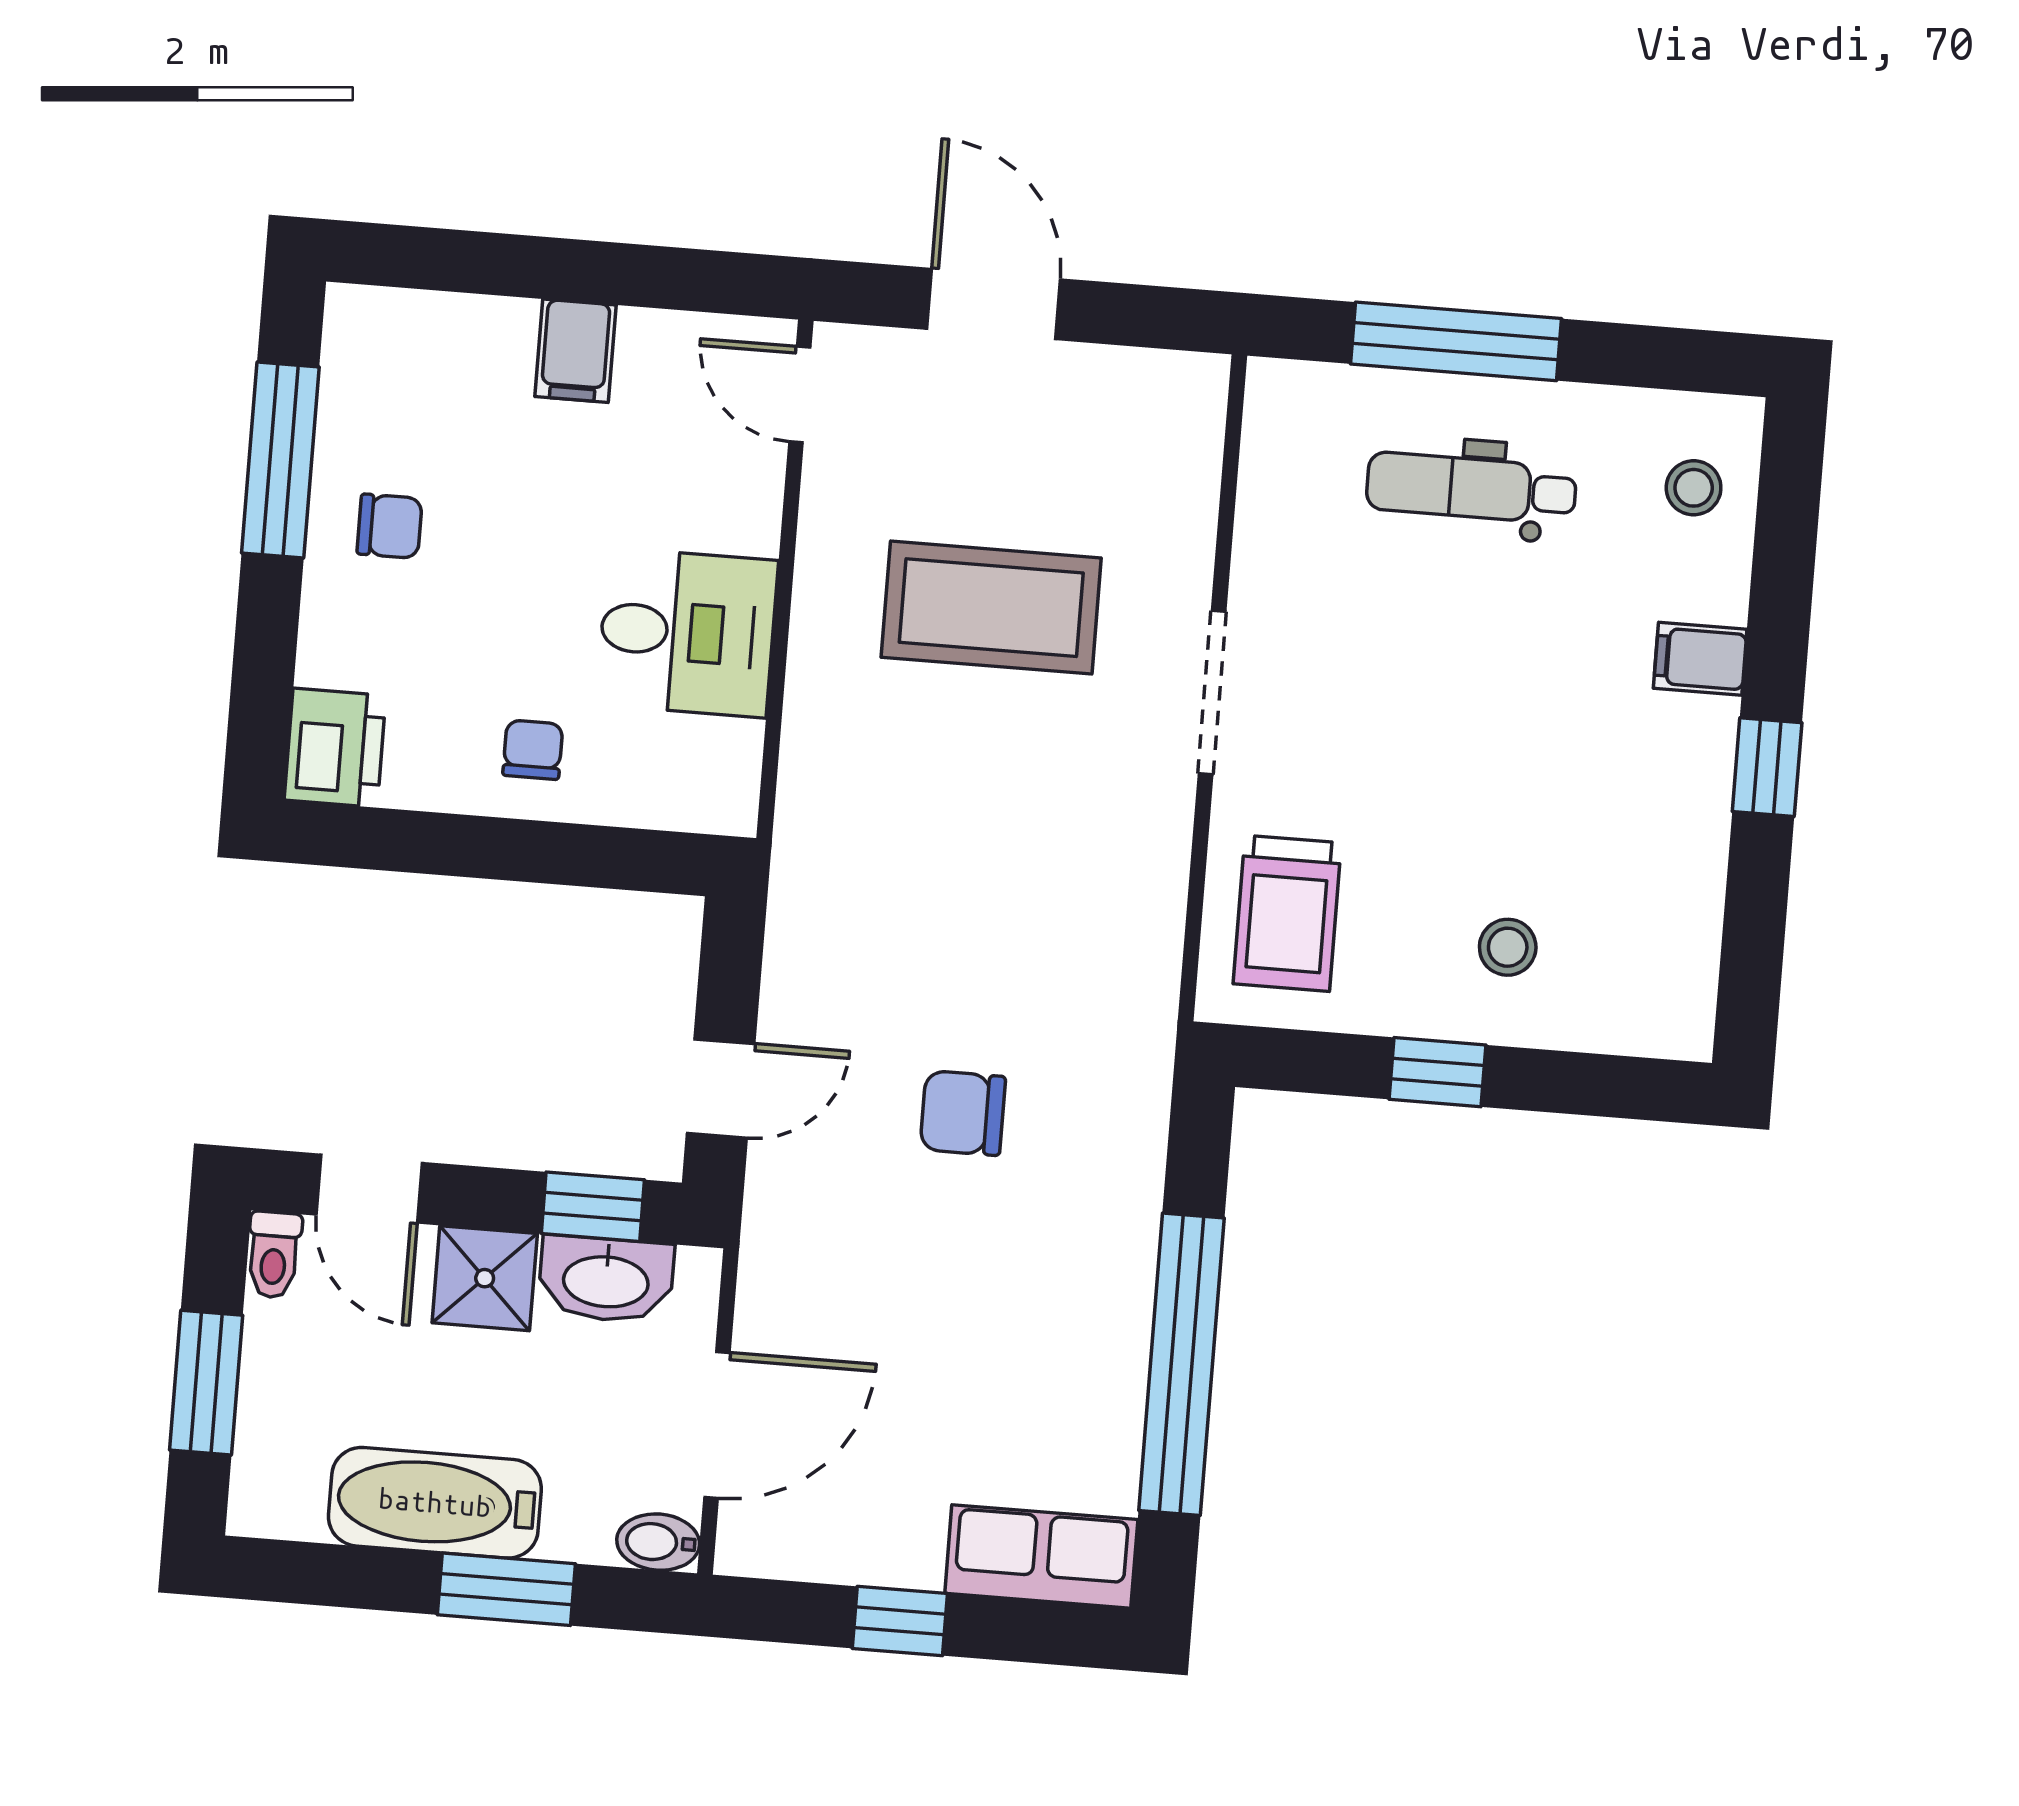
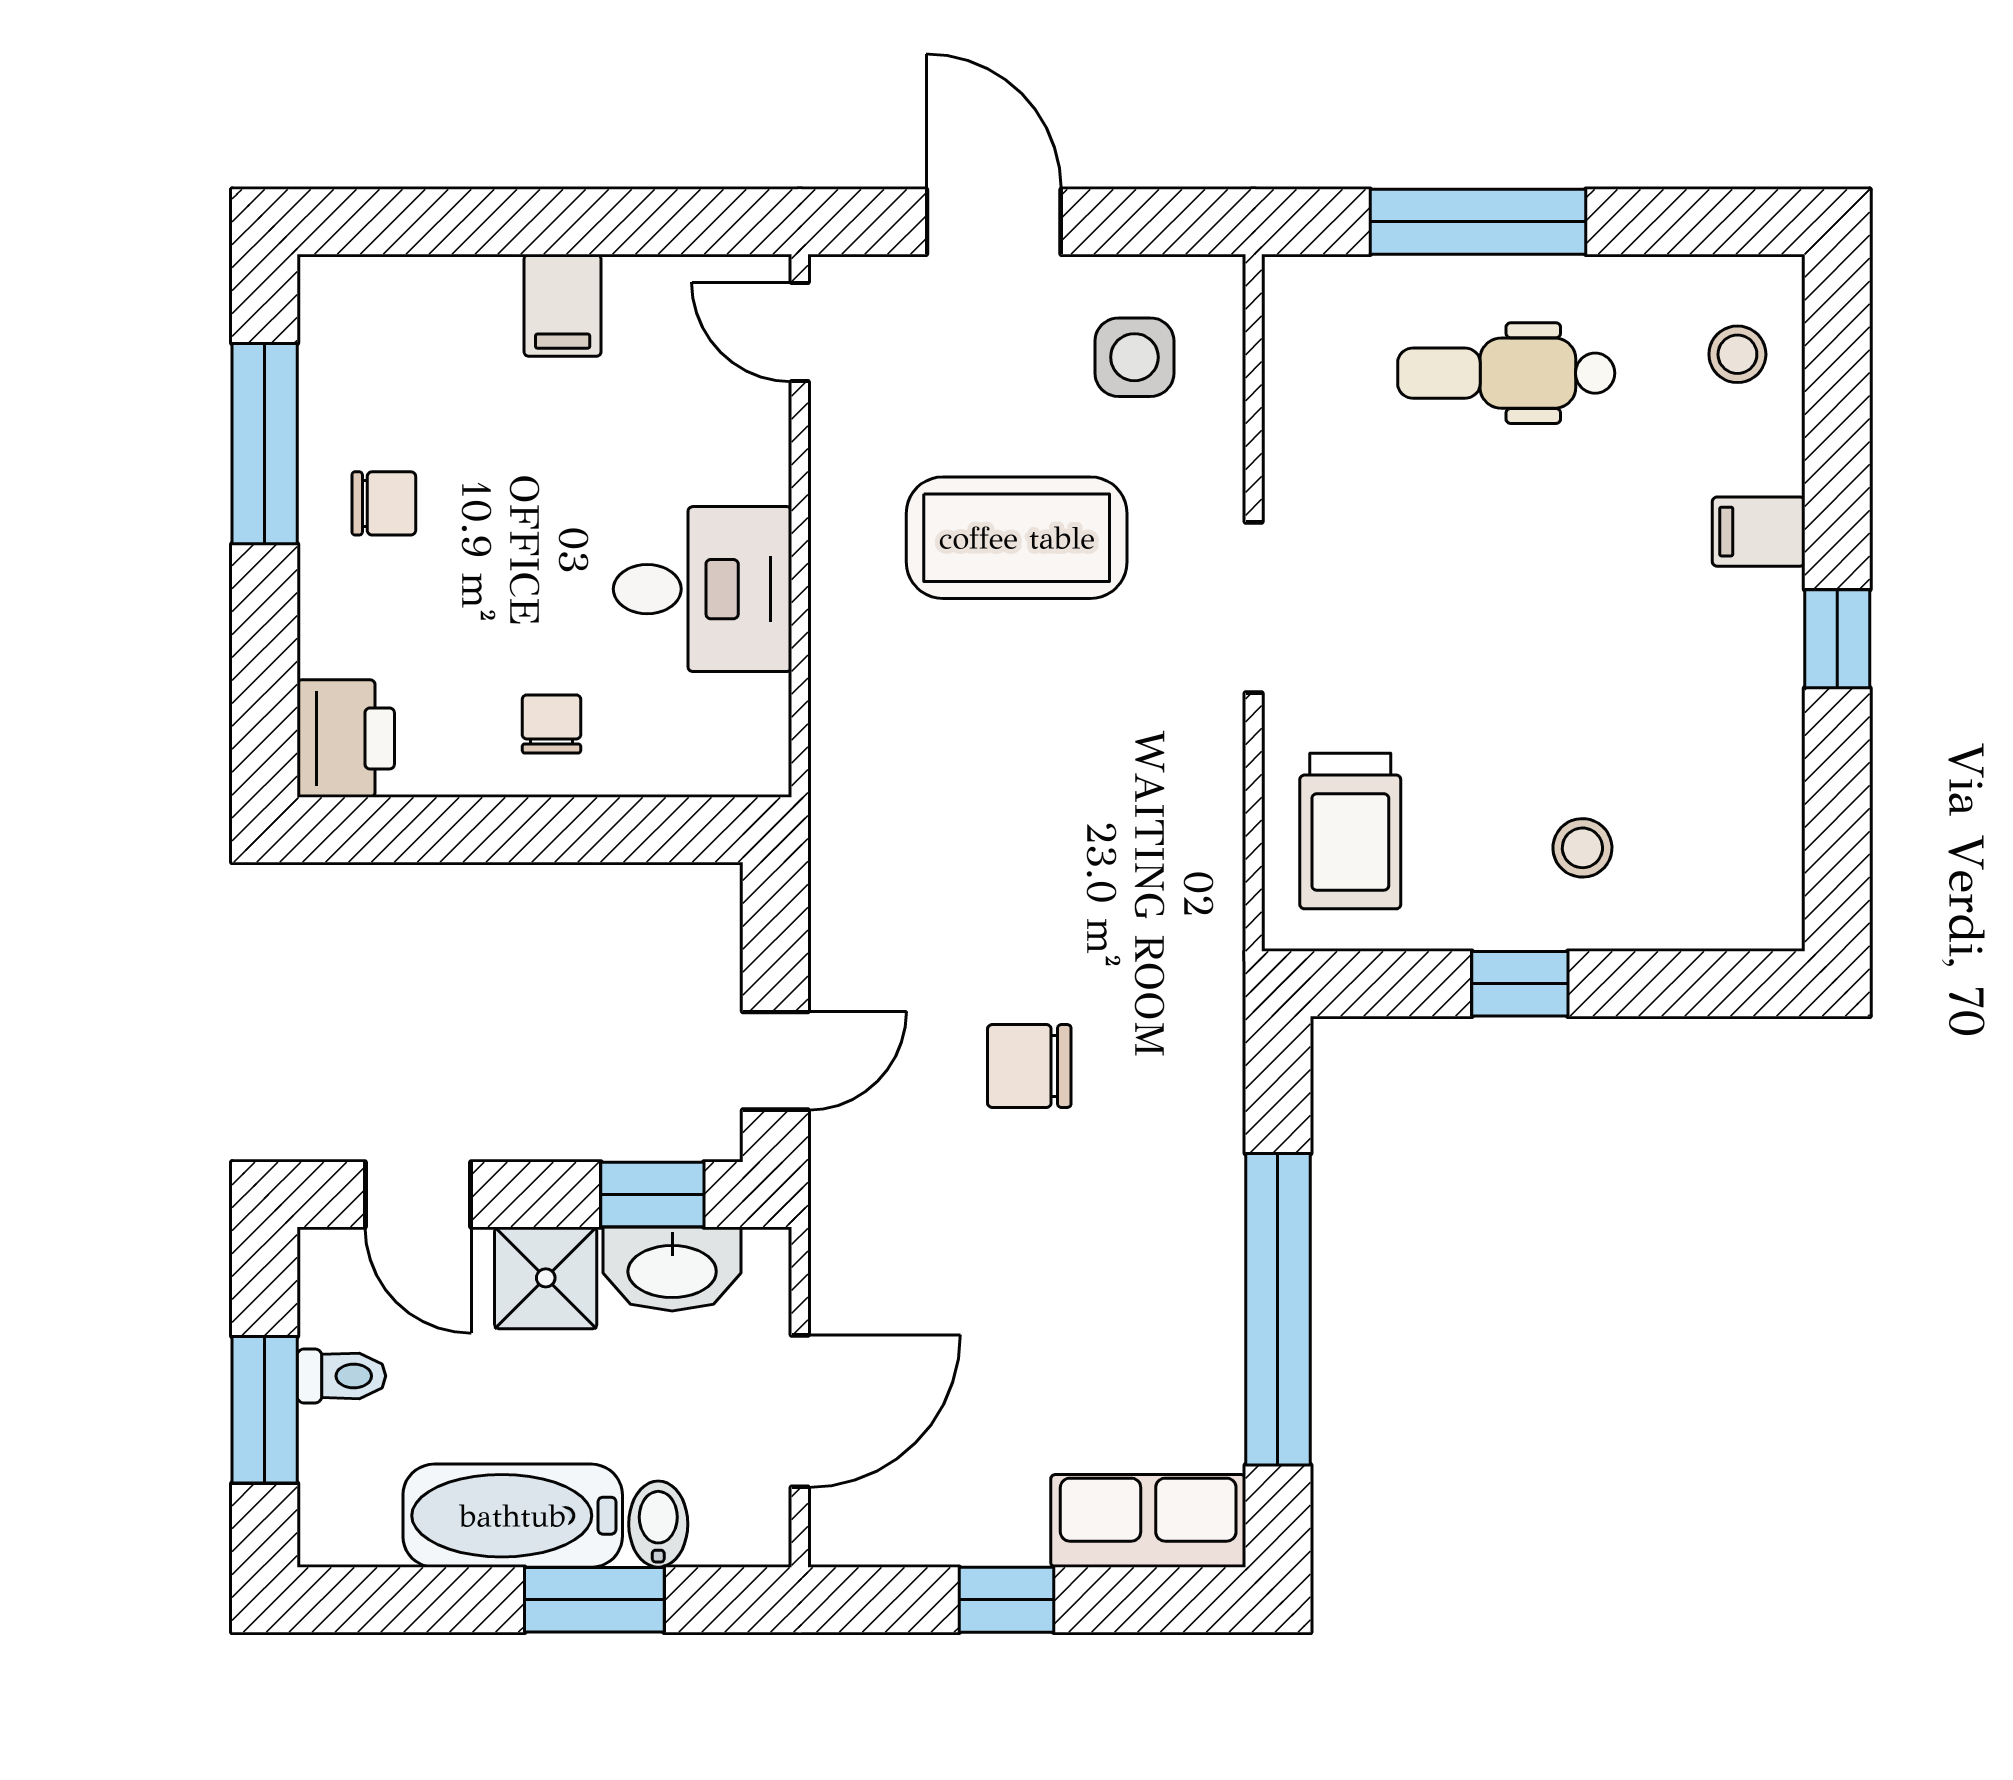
side table: (1118, 444) -> (1134, 357), added
toilet: (274, 1255) -> (341, 1376), moved, turned -90
bidet: (658, 1542) -> (658, 1524), moved, turned 90

